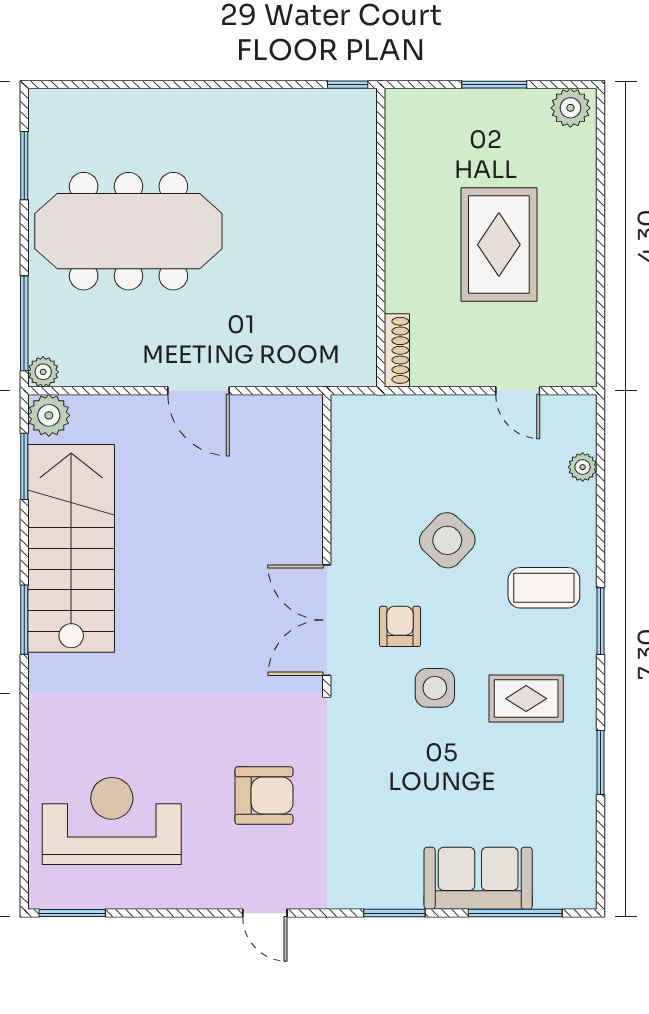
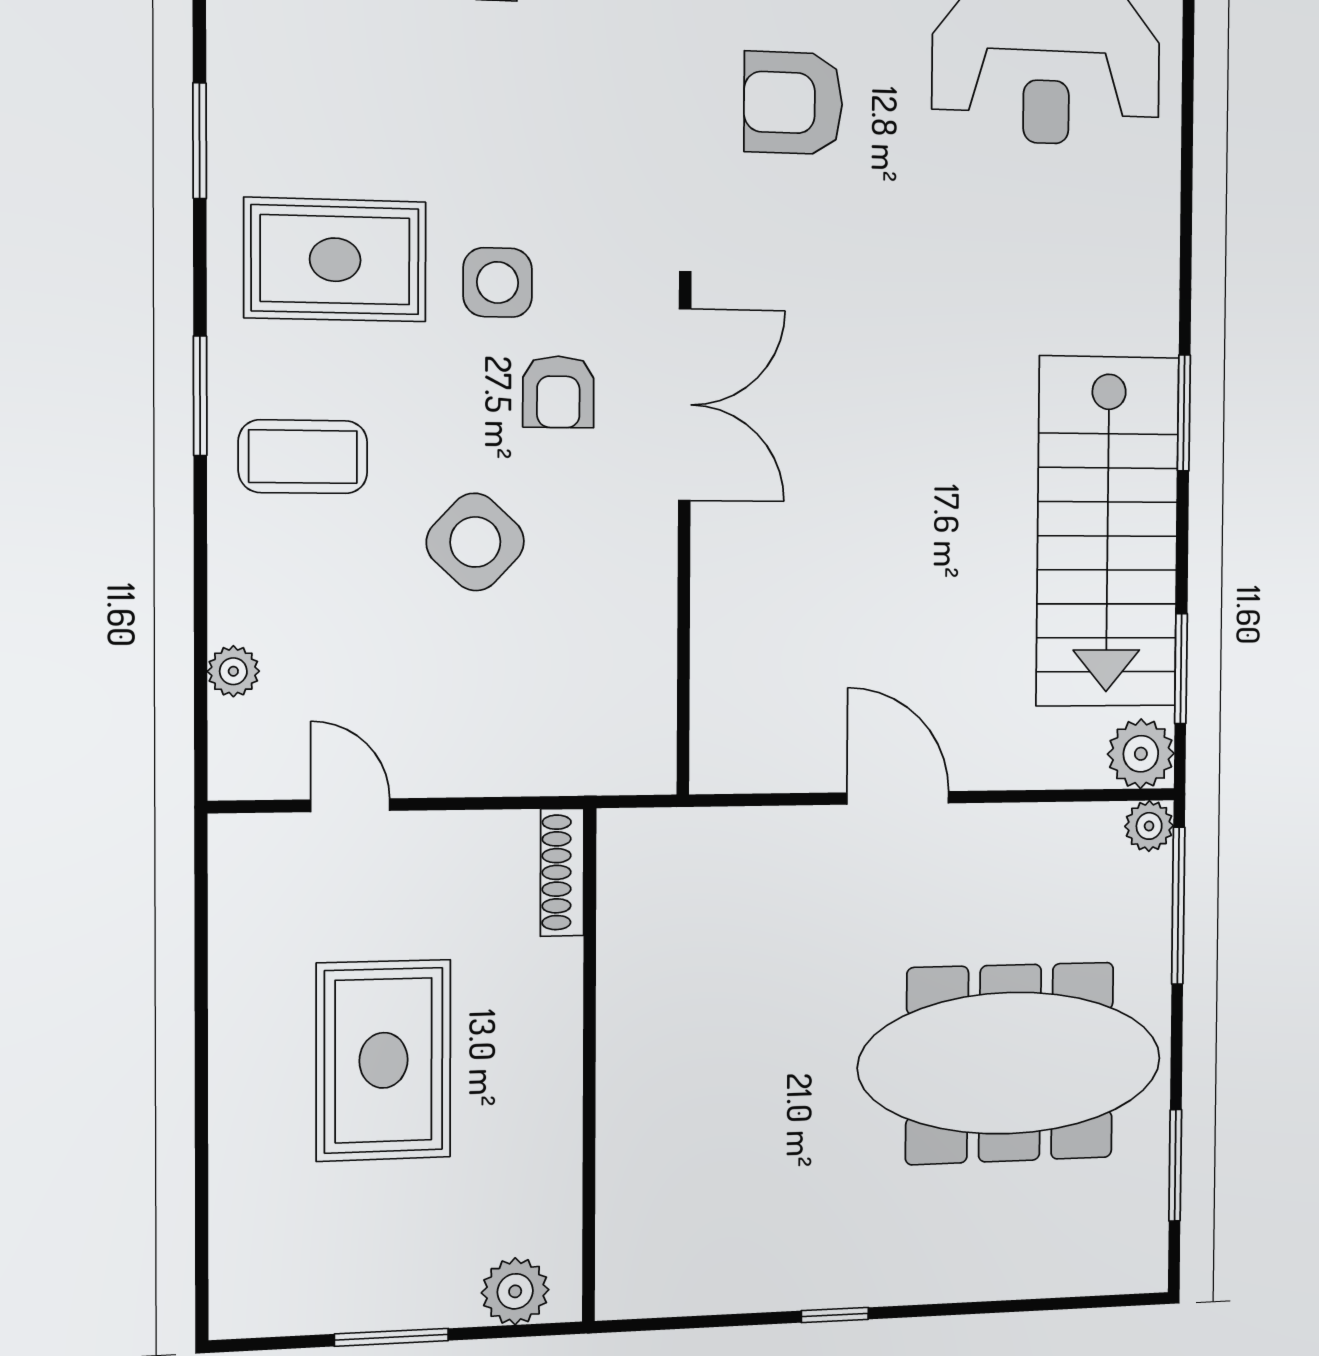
window: (348, 85) -> (835, 1315), moved
plant: (570, 108) -> (515, 1291), moved
rug: (526, 699) -> (335, 260), width x1.36, depth x1.43

